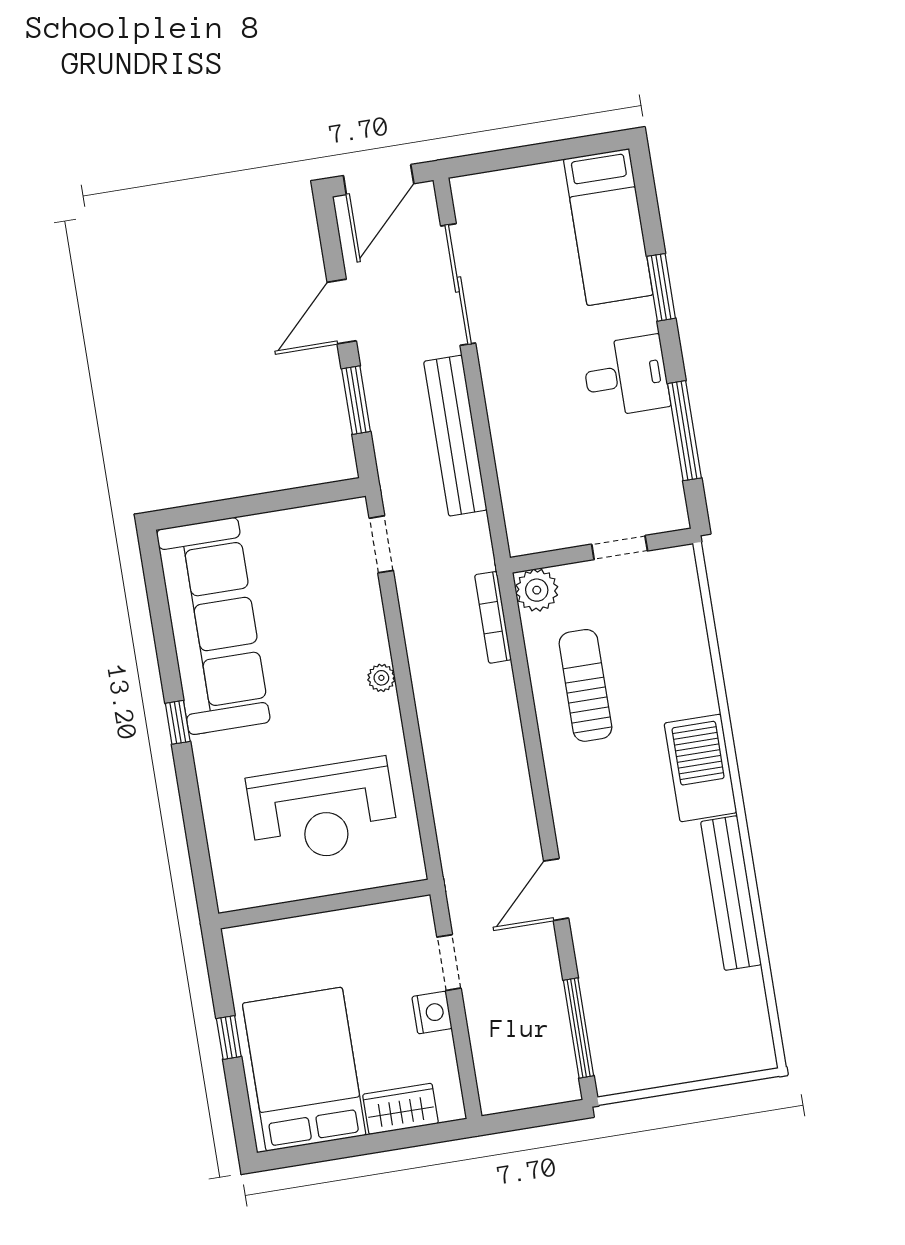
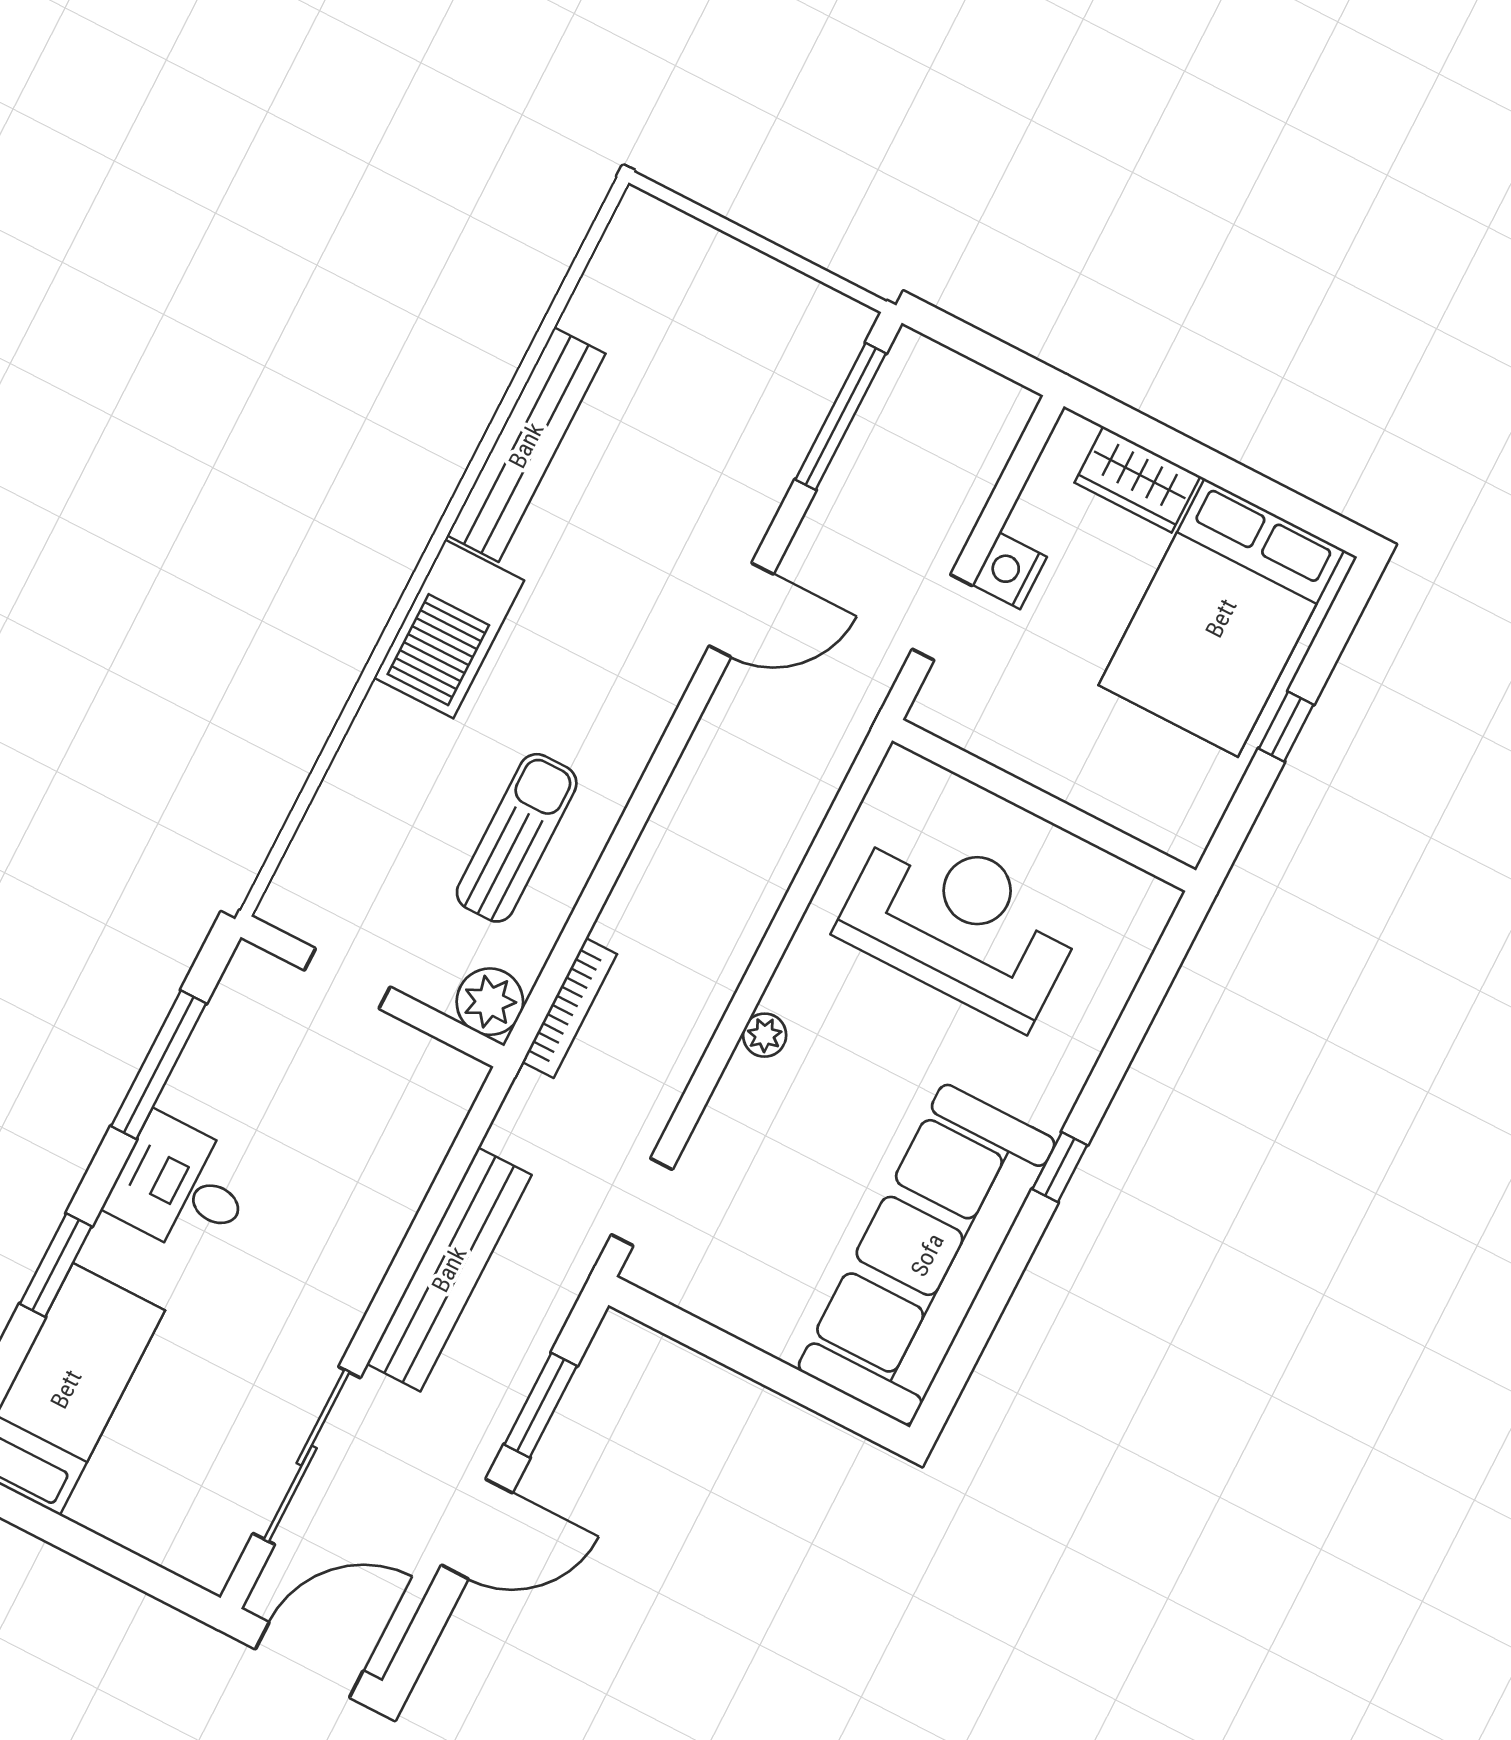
sun lounger: (585, 685) -> (517, 838), turned 180

